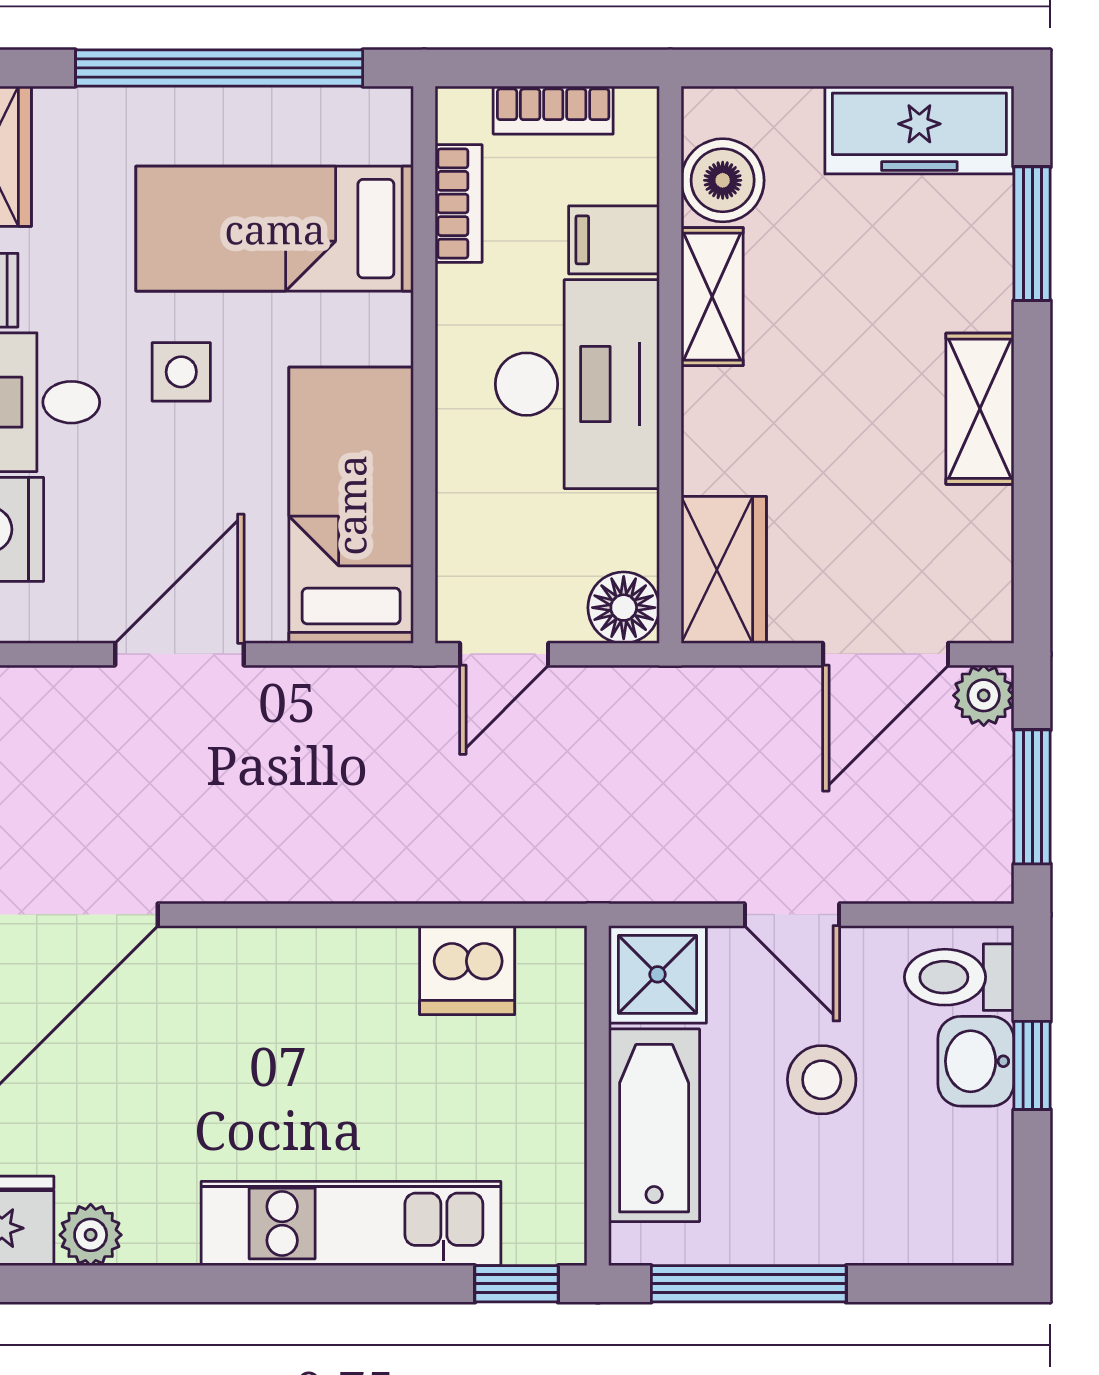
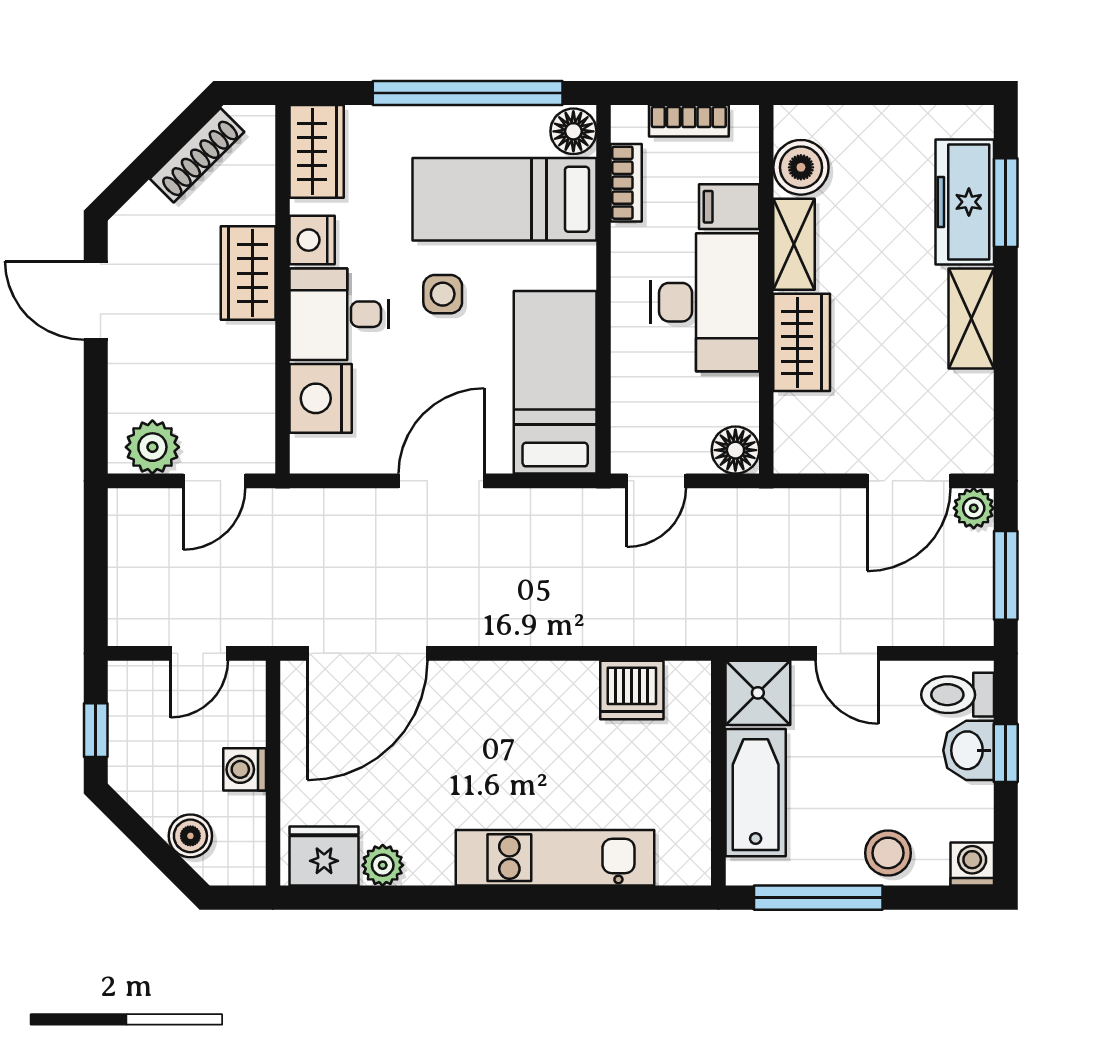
floor lamp: (379, 126) -> (573, 131), added
freezer: (919, 130) -> (965, 202), moved, turned 90
wardrobe: (724, 570) -> (802, 342), moved
stool: (822, 1080) -> (888, 853), moved
washing machine: (981, 1233) -> (972, 864), added
window: (516, 1284) -> (665, 898), removed

